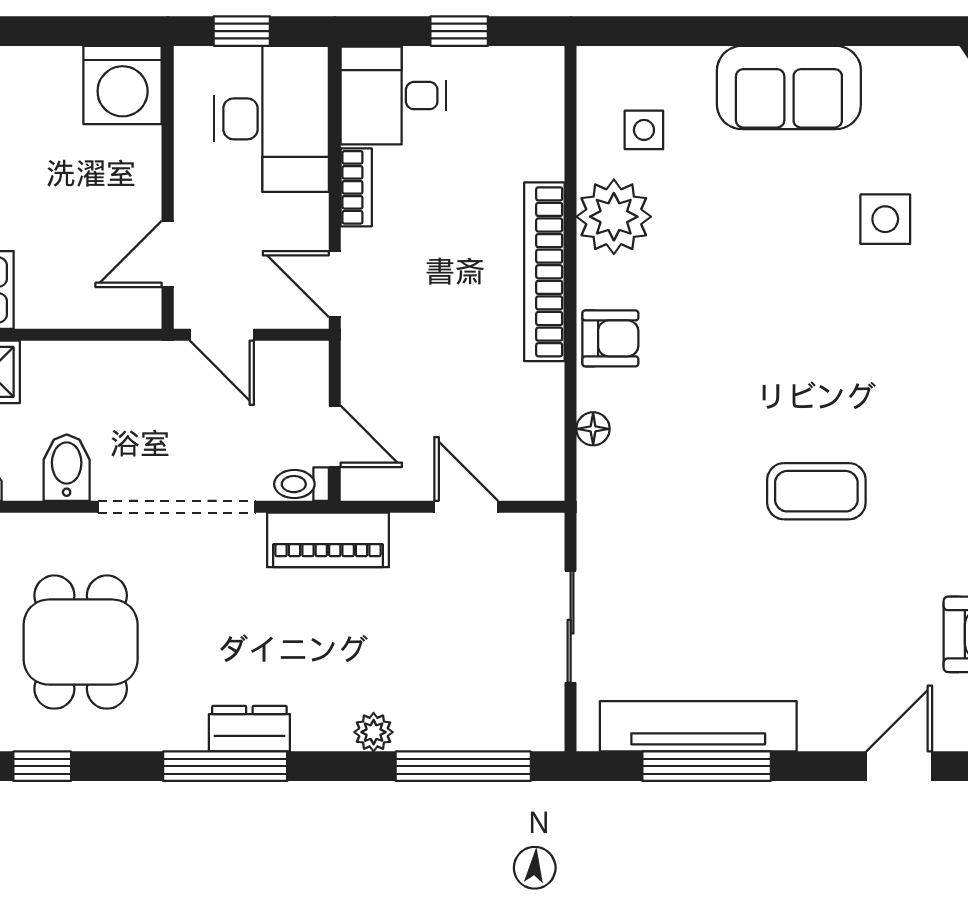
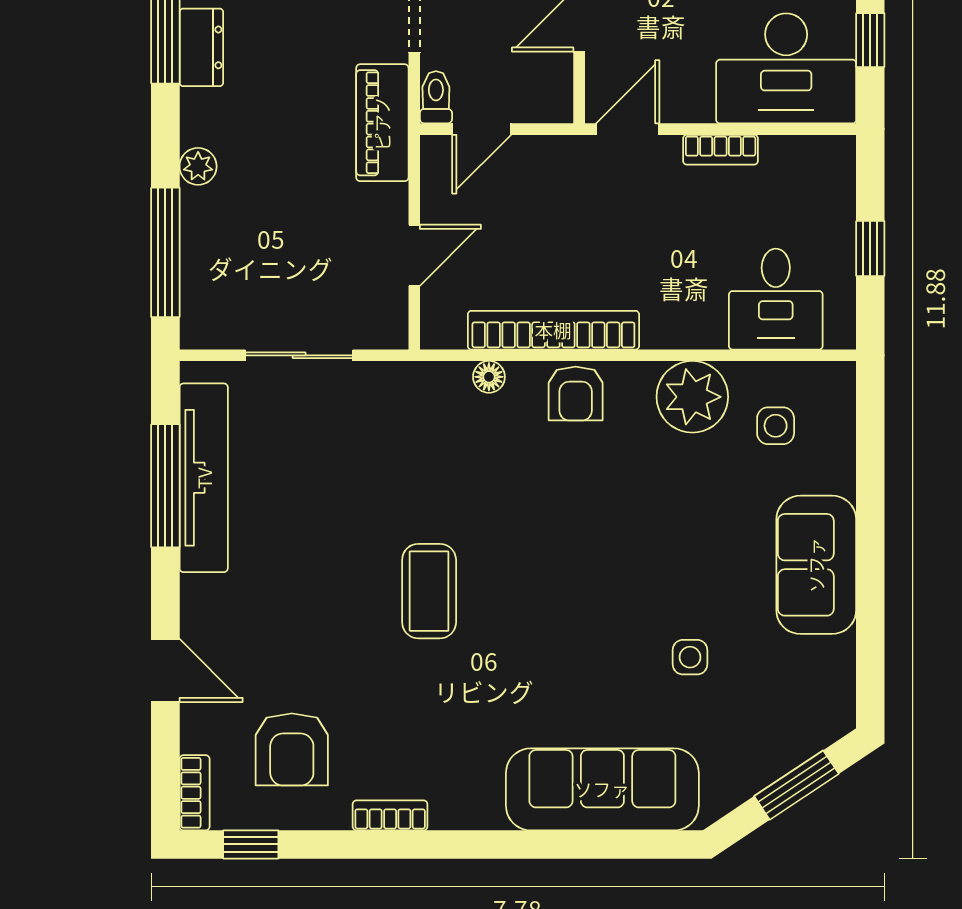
desk: (393, 96) -> (776, 299), moved, turned 180
side table: (885, 219) -> (690, 657), width x0.73, depth x0.73
bookcase: (544, 272) -> (553, 330), moved

